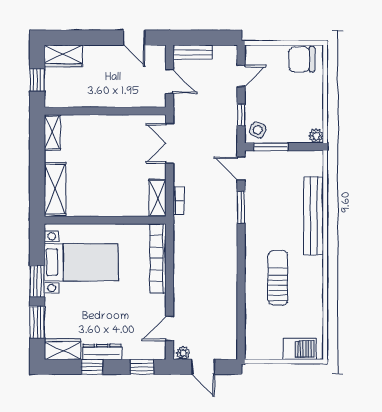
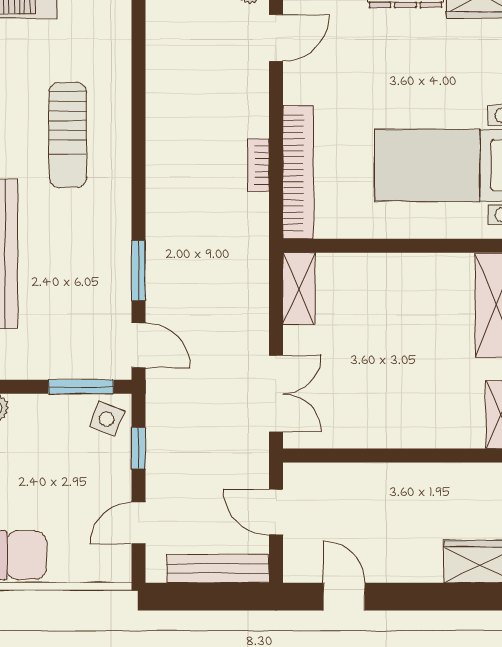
bench: (193, 52) -> (218, 569), width x1.36
bookcase: (179, 200) -> (258, 165), moved

